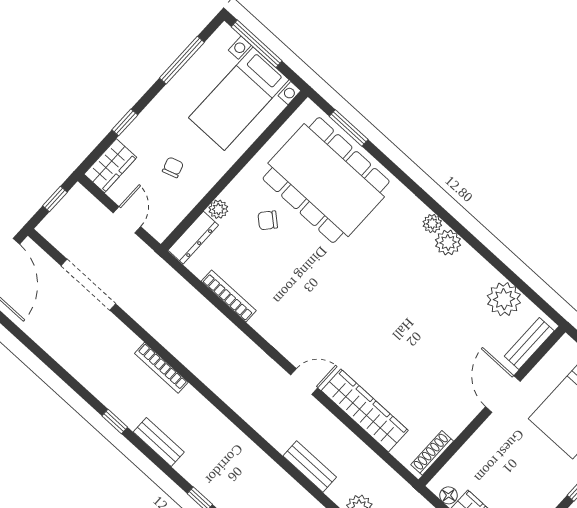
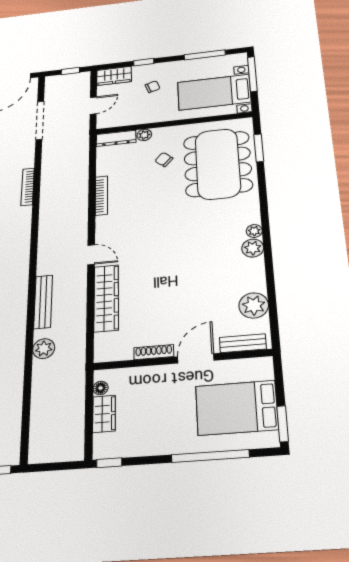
chair: (173, 167) -> (153, 87), moved
bookcase: (229, 296) -> (101, 196), moved
shoe rack: (432, 453) -> (154, 352), moved
bench: (310, 467) -> (43, 302), width x1.36

